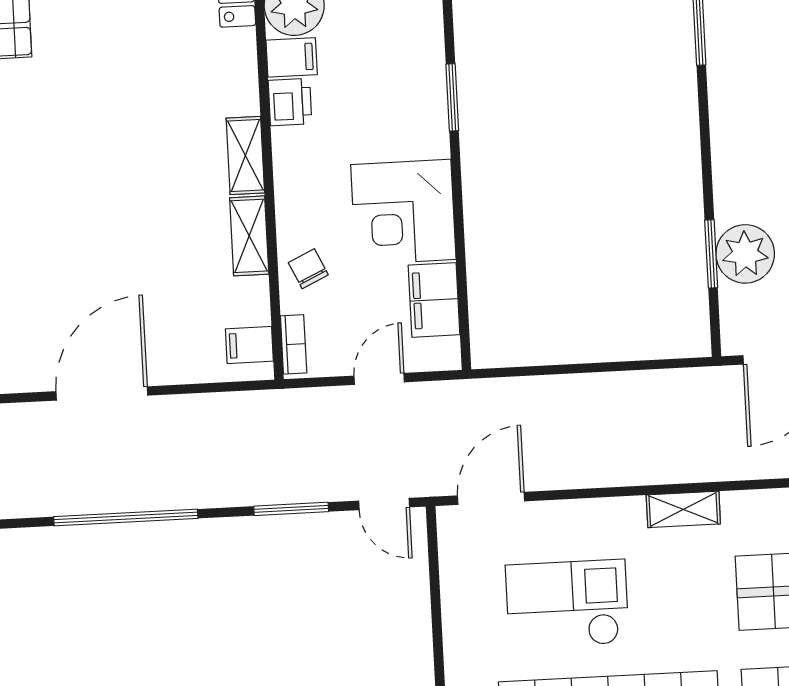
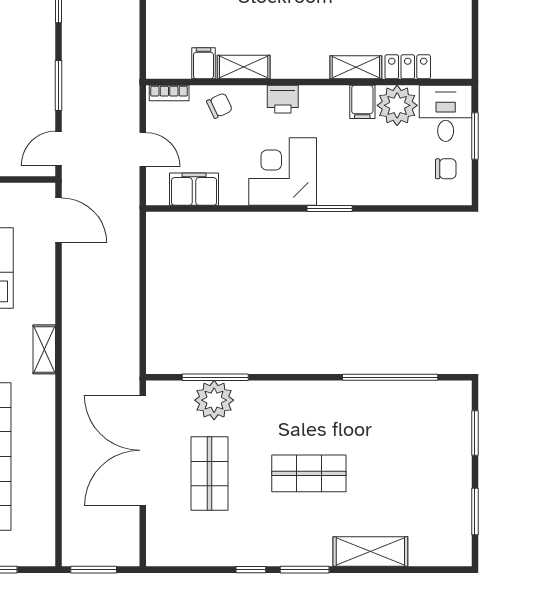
printer: (290, 102) -> (283, 99), moved
shelving: (245, 155) -> (356, 67), moved
corner desk: (403, 212) -> (283, 172), moved
window: (711, 254) -> (215, 377), width x1.44
filing cabinet: (249, 345) -> (203, 63), moved

